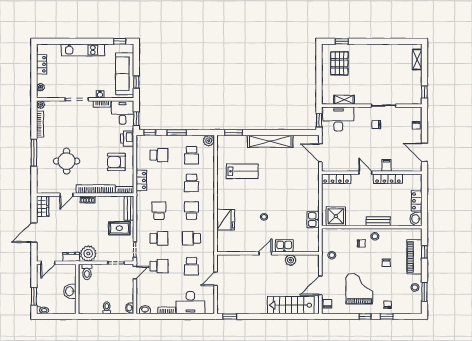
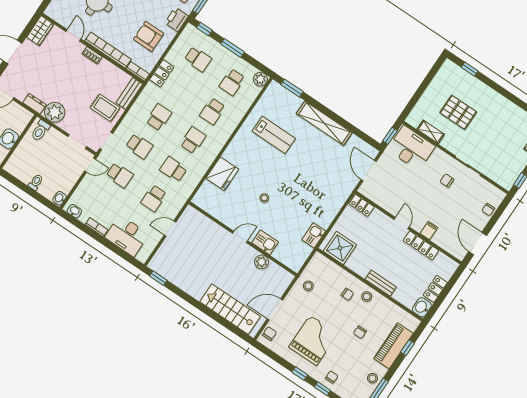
pallet: (339, 63) -> (458, 112), moved, turned 90
locker: (336, 179) -> (362, 205), width x0.66
door: (66, 195) -> (73, 35), swing flipped

